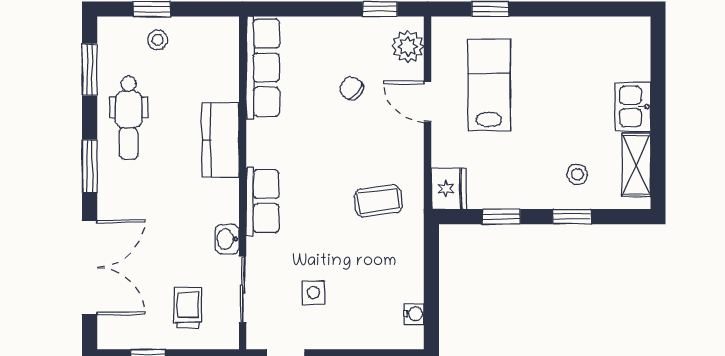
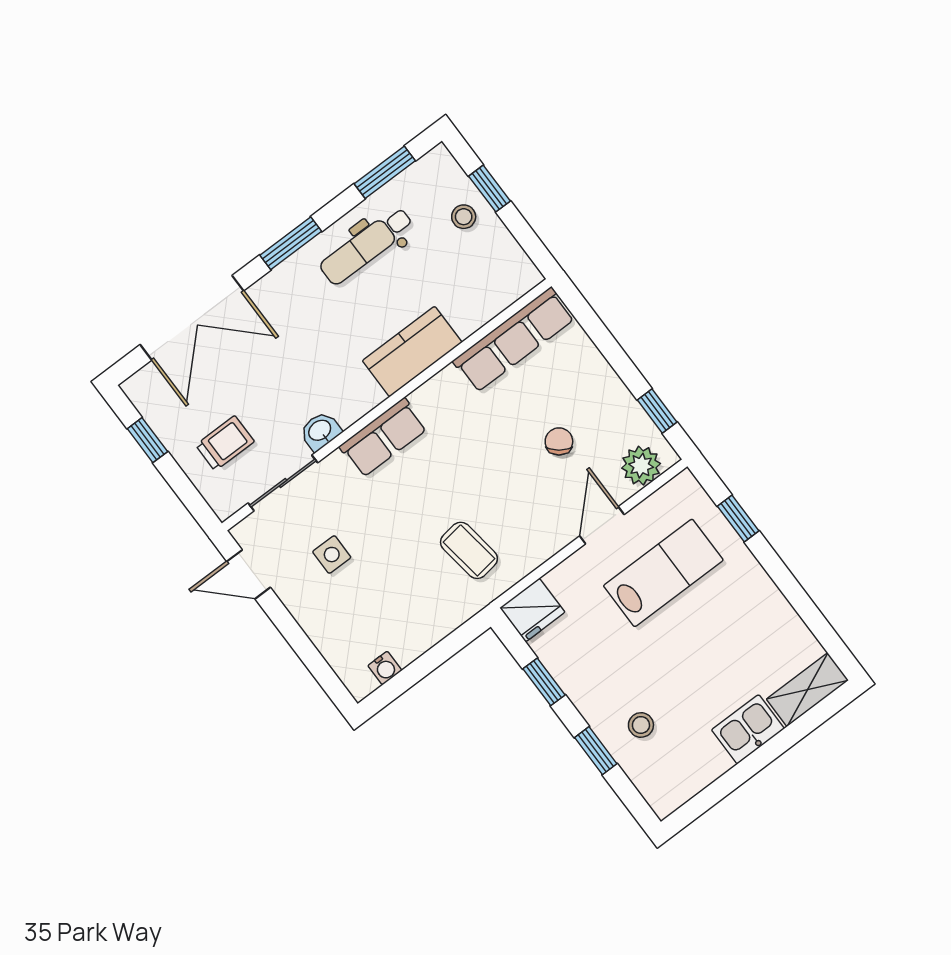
shelving: (636, 165) -> (807, 690), moved

